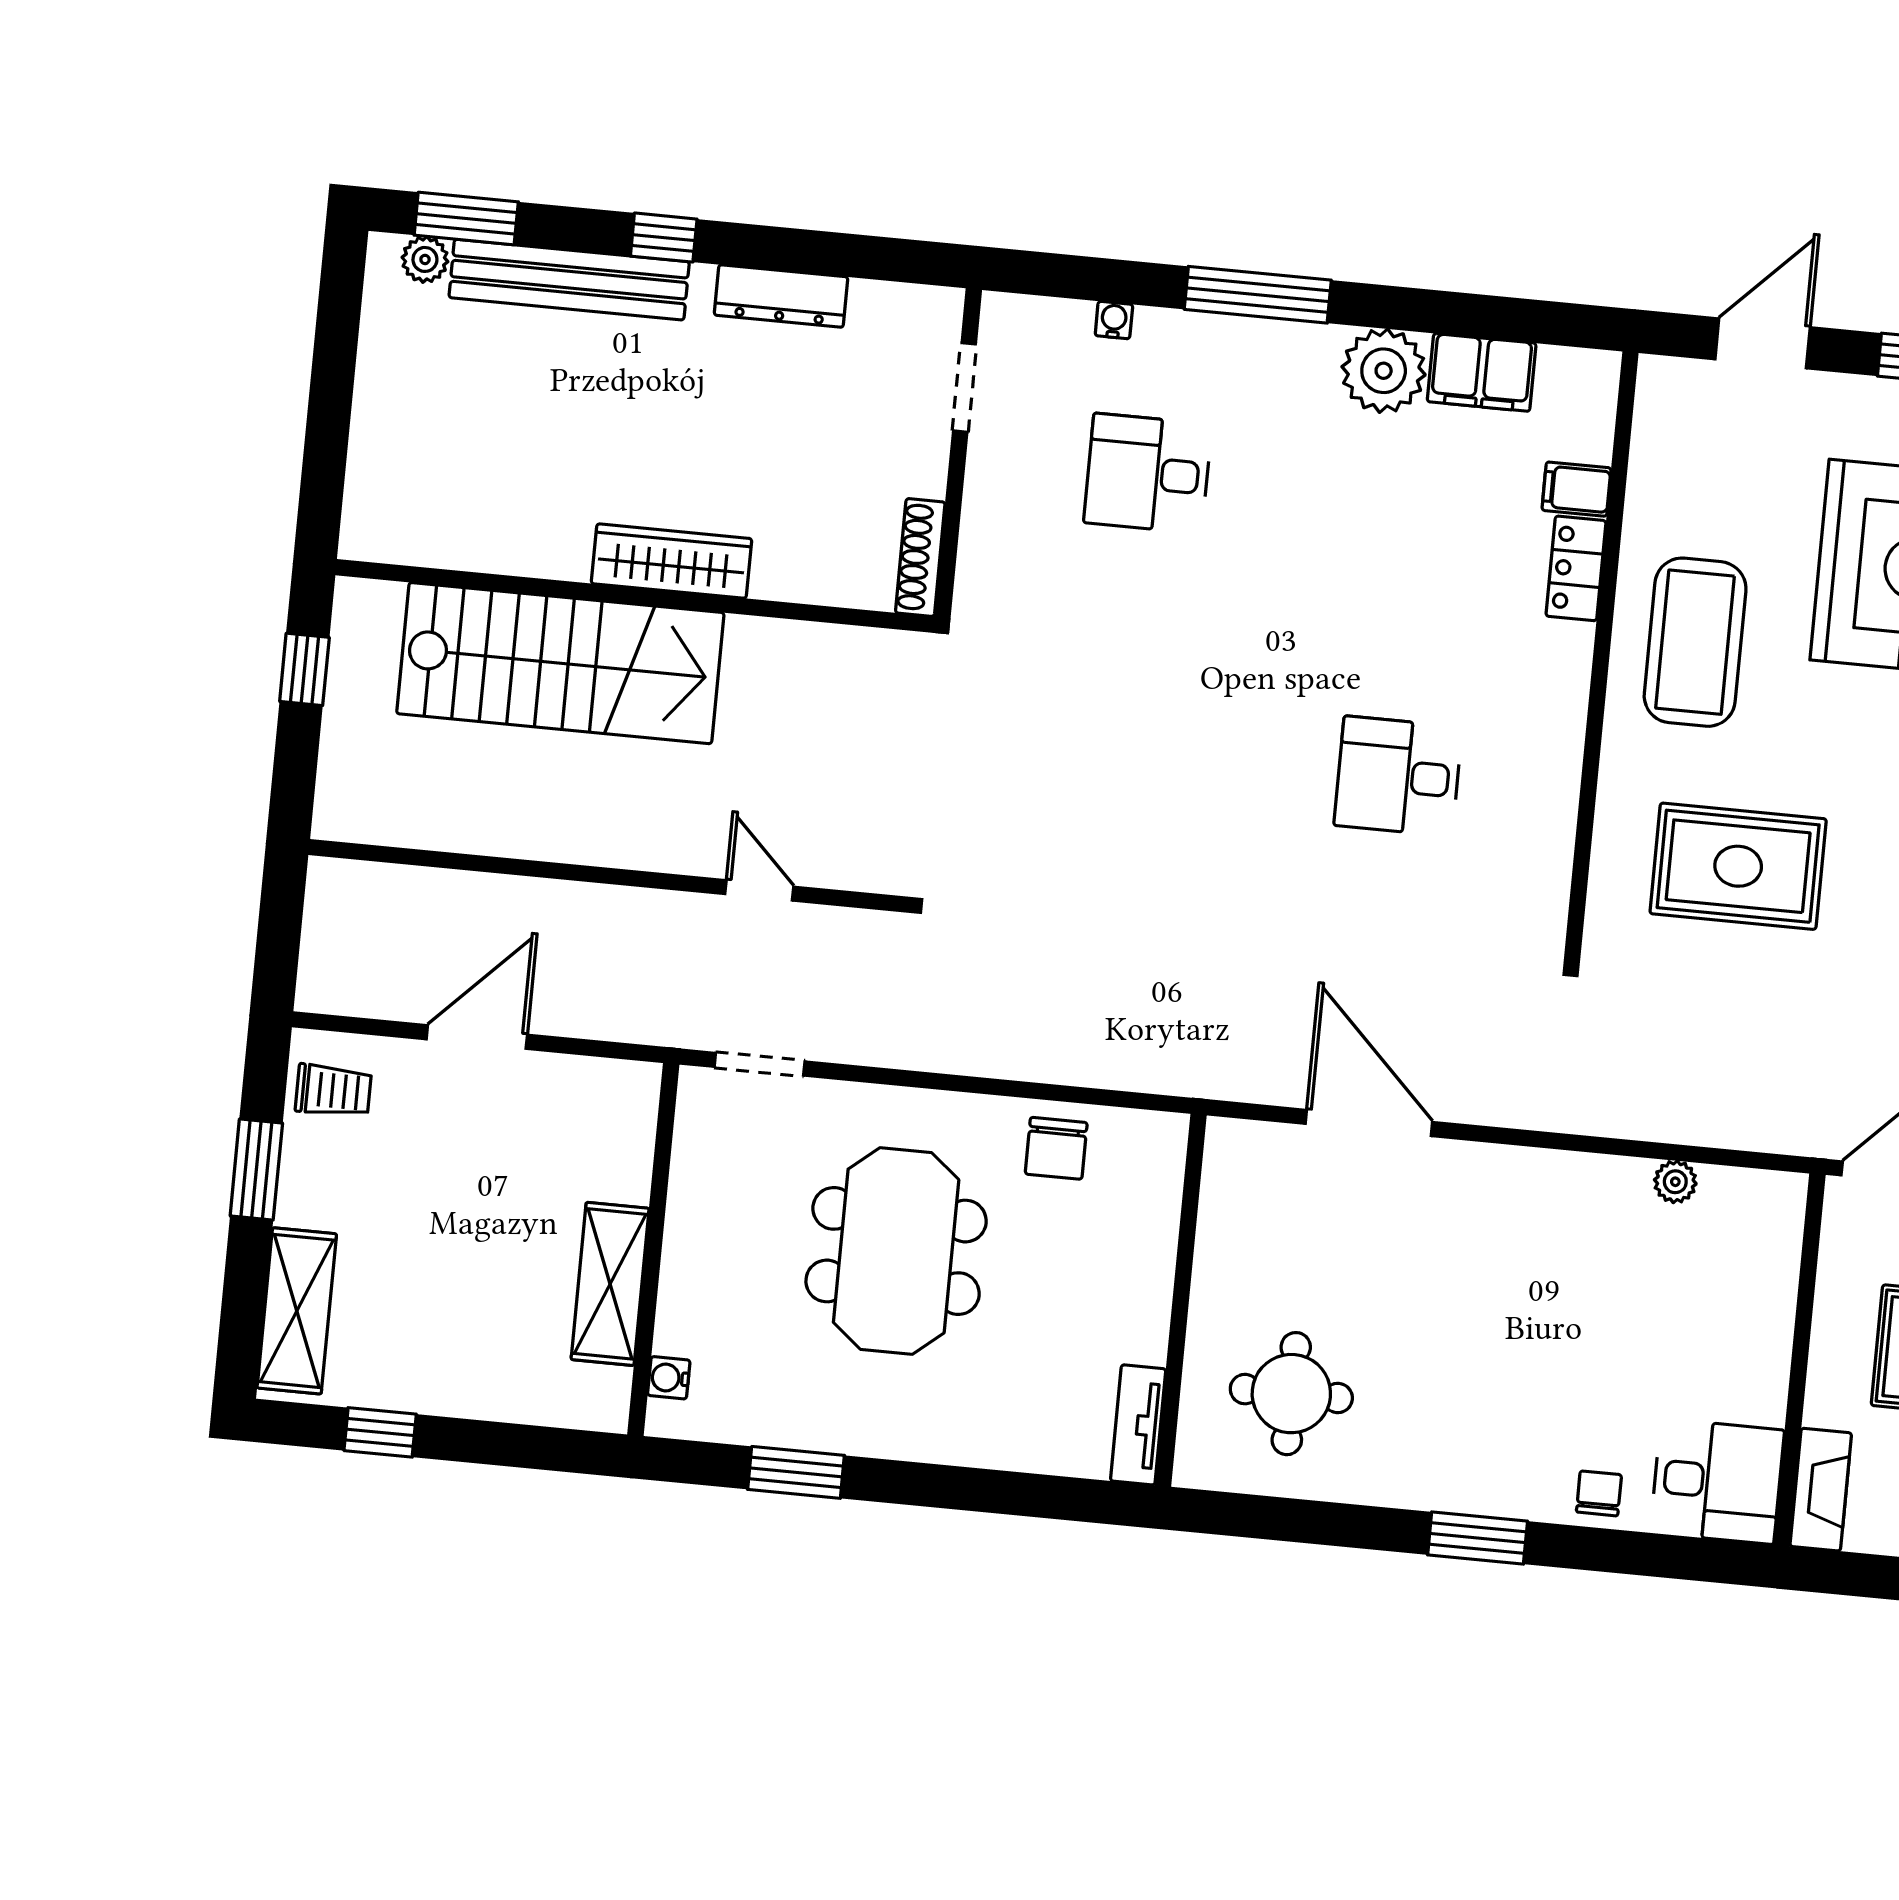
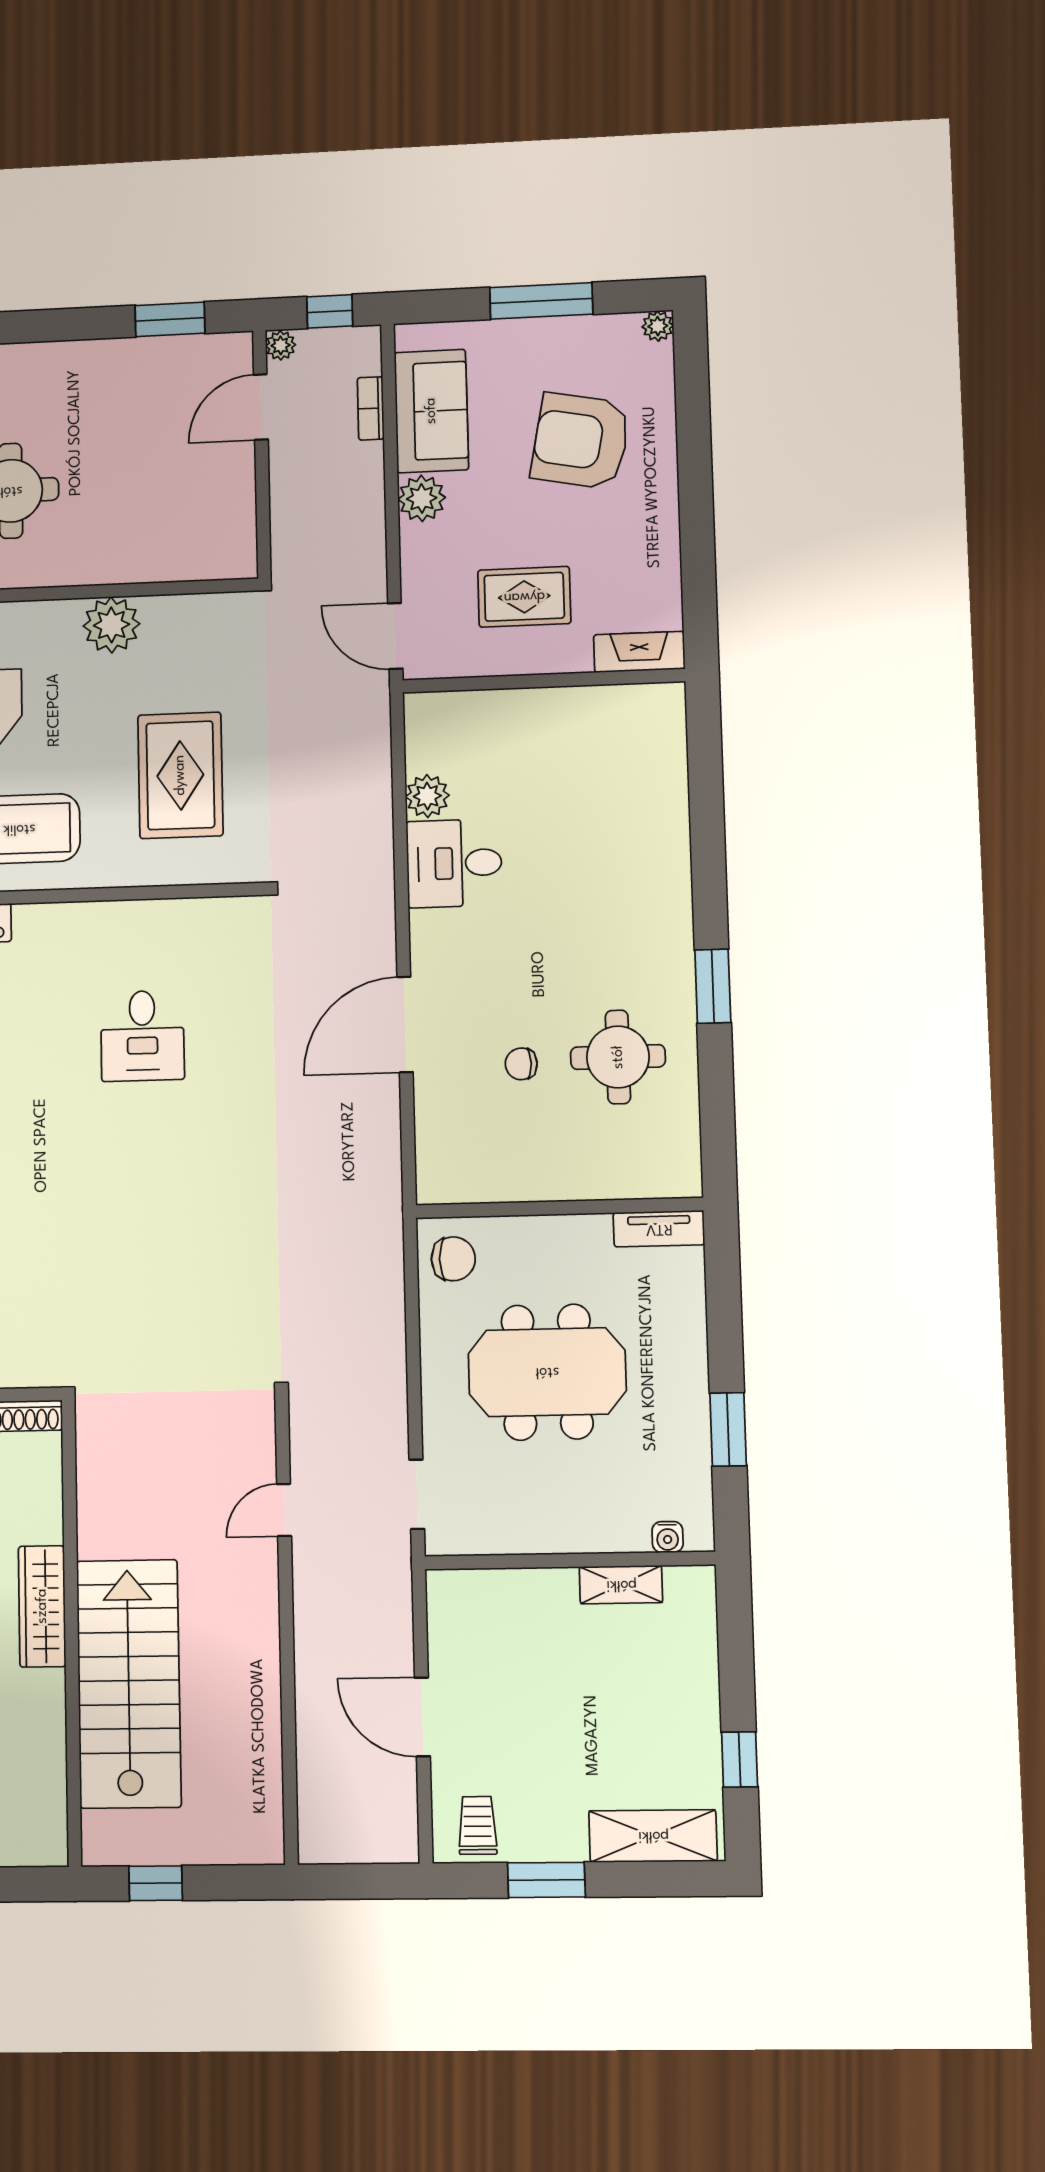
plant: (1675, 1182) -> (427, 796), width x1.38, depth x1.38
shelving: (610, 1284) -> (621, 1585), width x0.67, depth x0.75
wall: (1181, 1300) -> (559, 1208), moved
tv unit: (1138, 1425) -> (659, 1229), moved
desk: (1717, 1481) -> (454, 863), moved, turned -90
chair: (1599, 1493) -> (521, 1064), moved
window: (1478, 1538) -> (713, 986), moved

